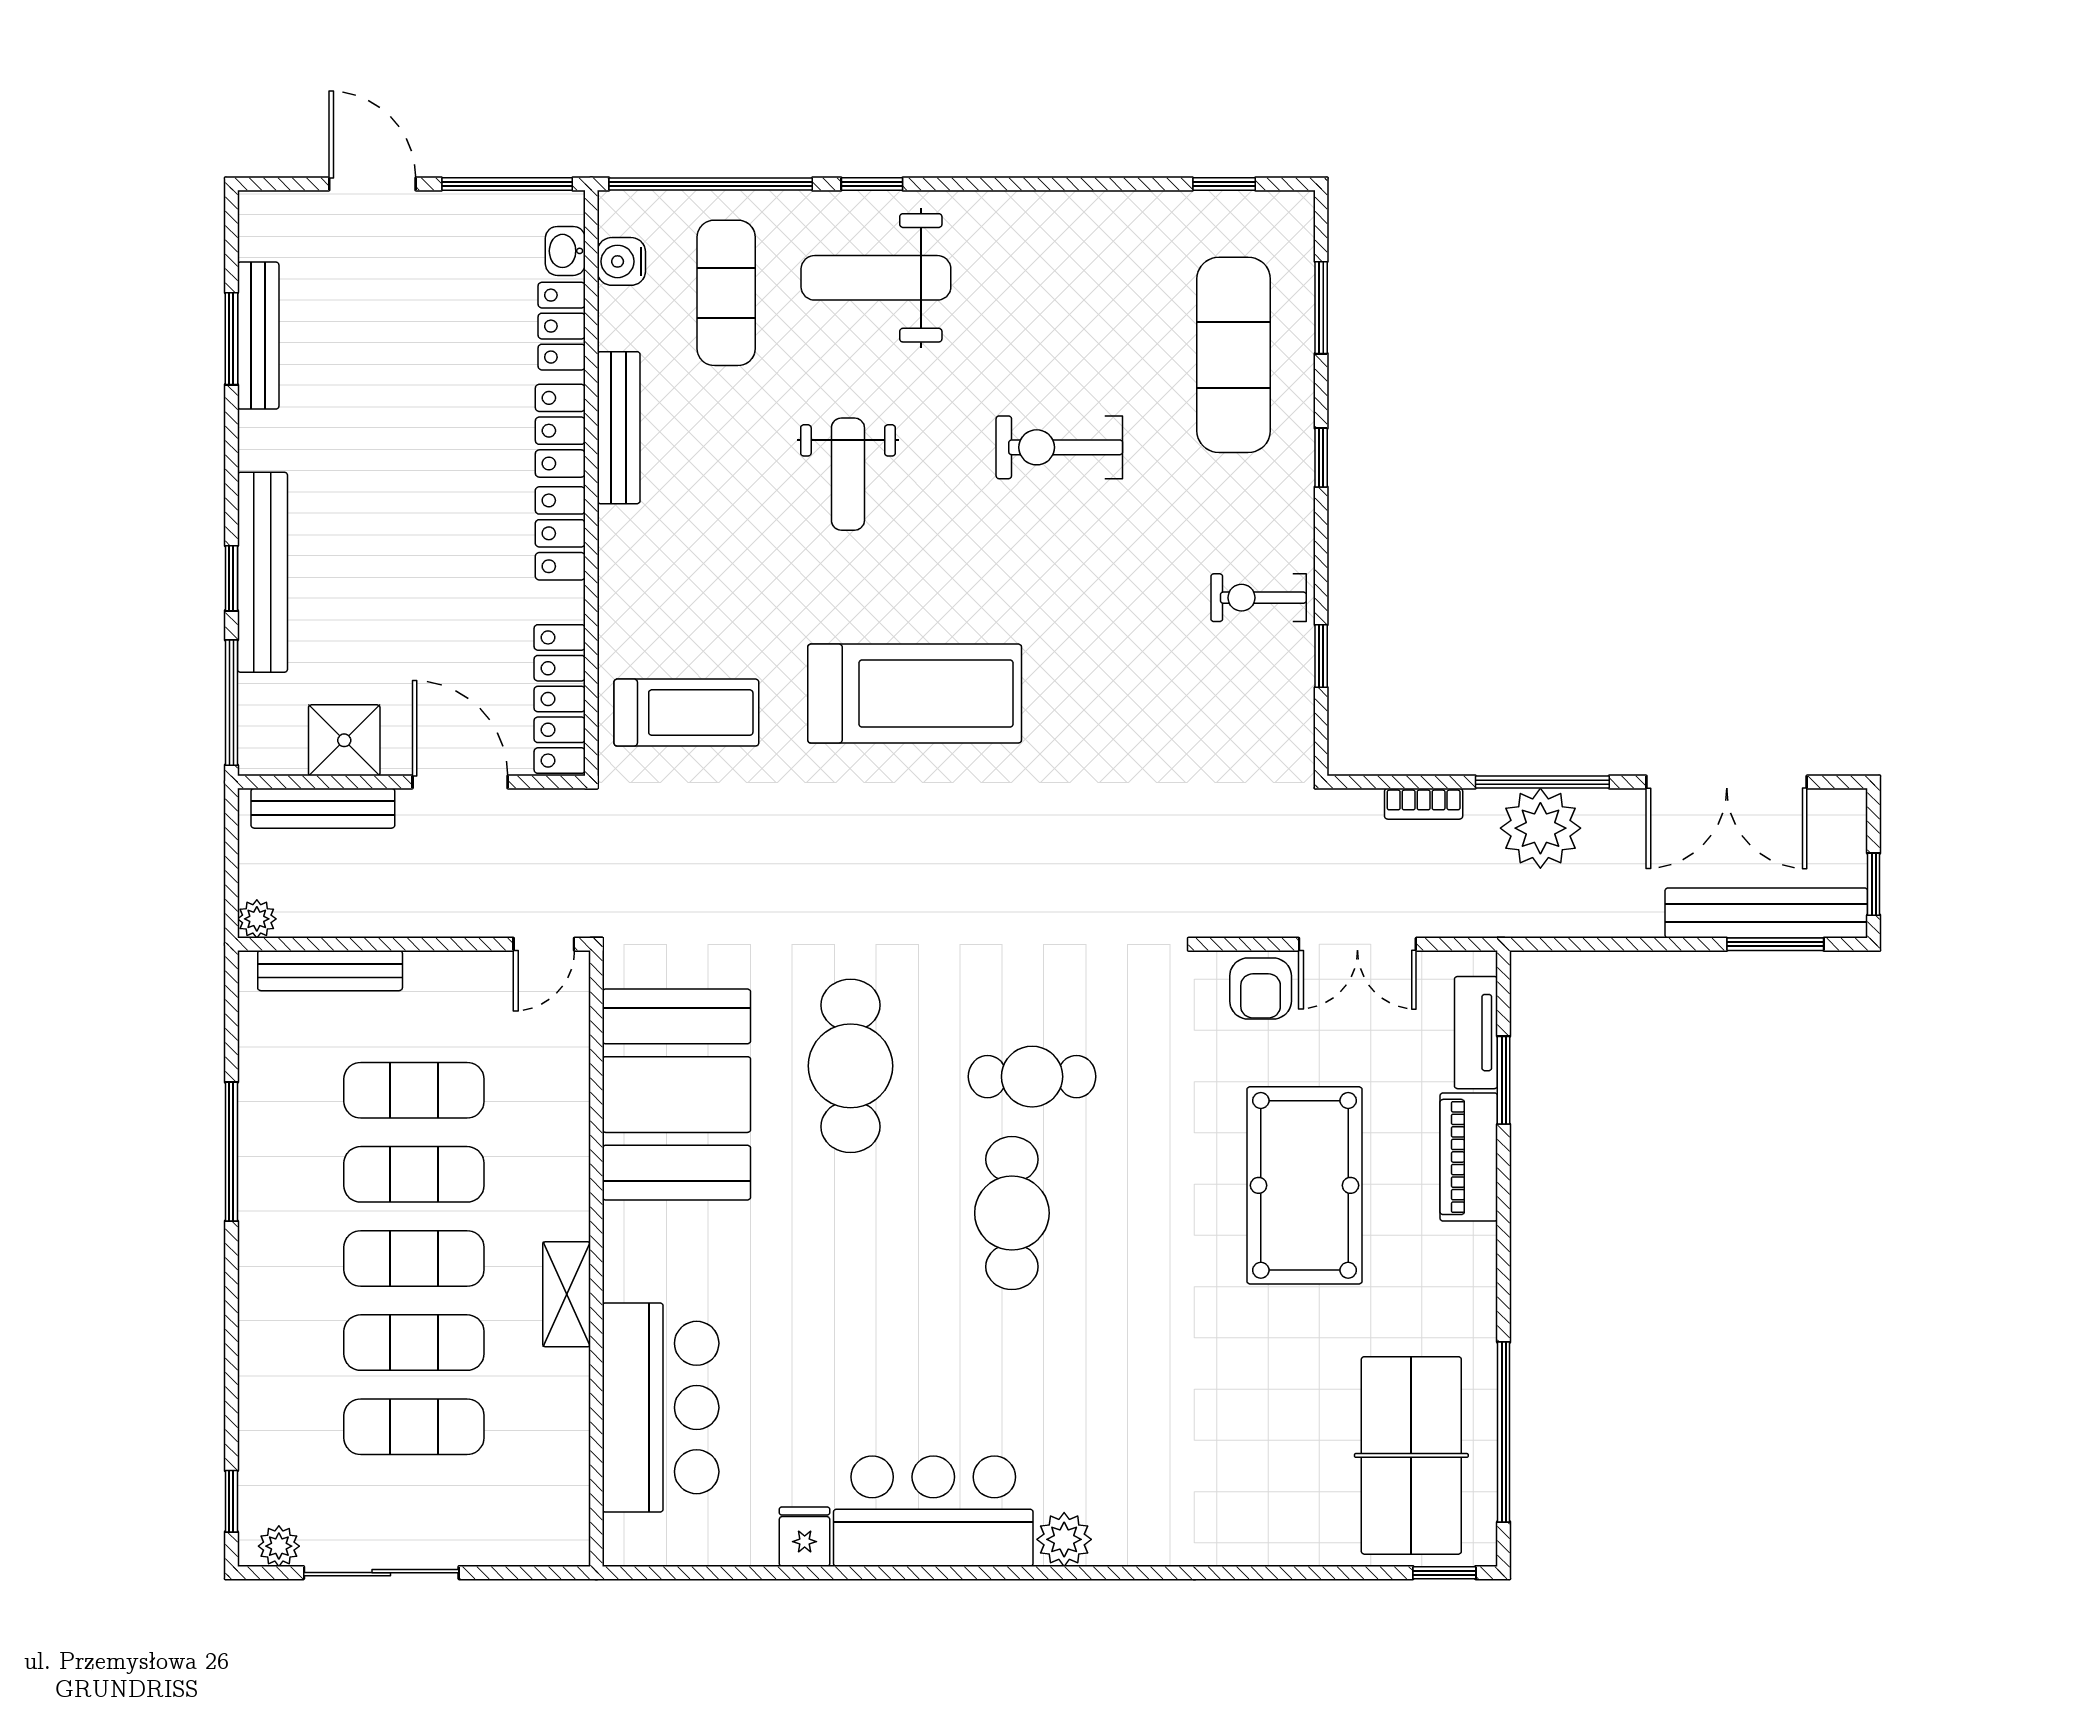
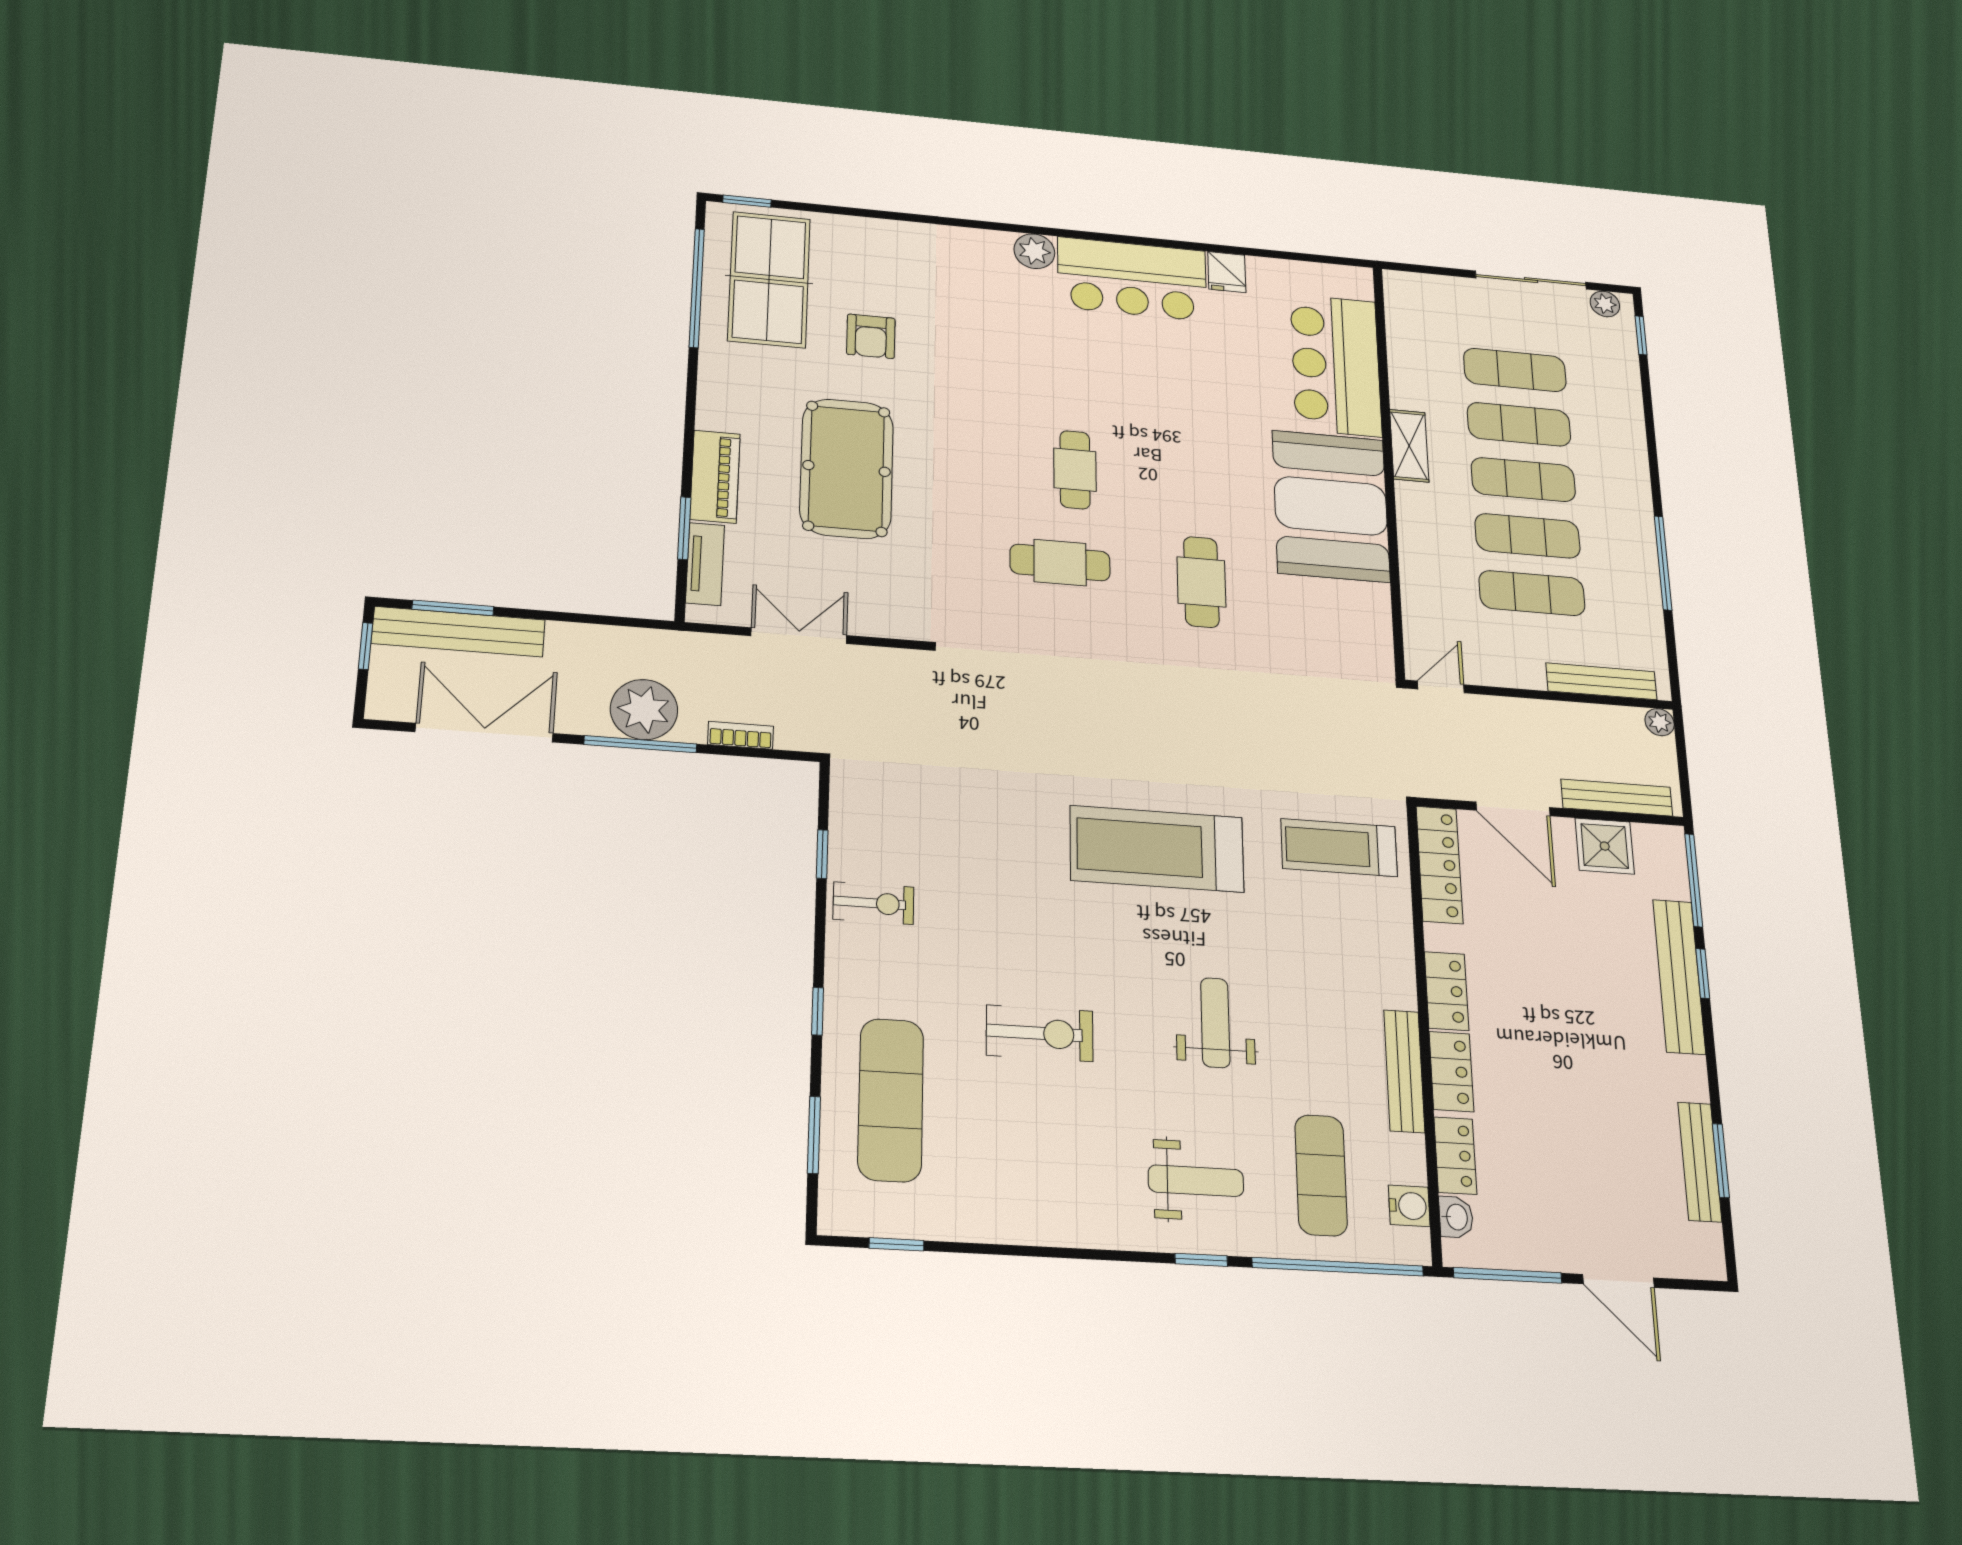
weight bench: (876, 278) -> (1196, 1181), width x0.73, depth x0.75
armchair: (1261, 989) -> (871, 336), moved, turned 180
cafe table: (850, 1066) -> (1201, 582), width x0.73, depth x0.74
booth: (676, 1095) -> (1331, 506), moved
cafe table: (1012, 1213) -> (1075, 470), width x0.73, depth x0.74

